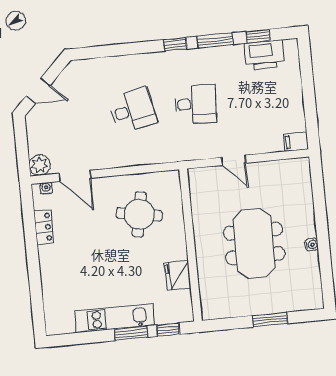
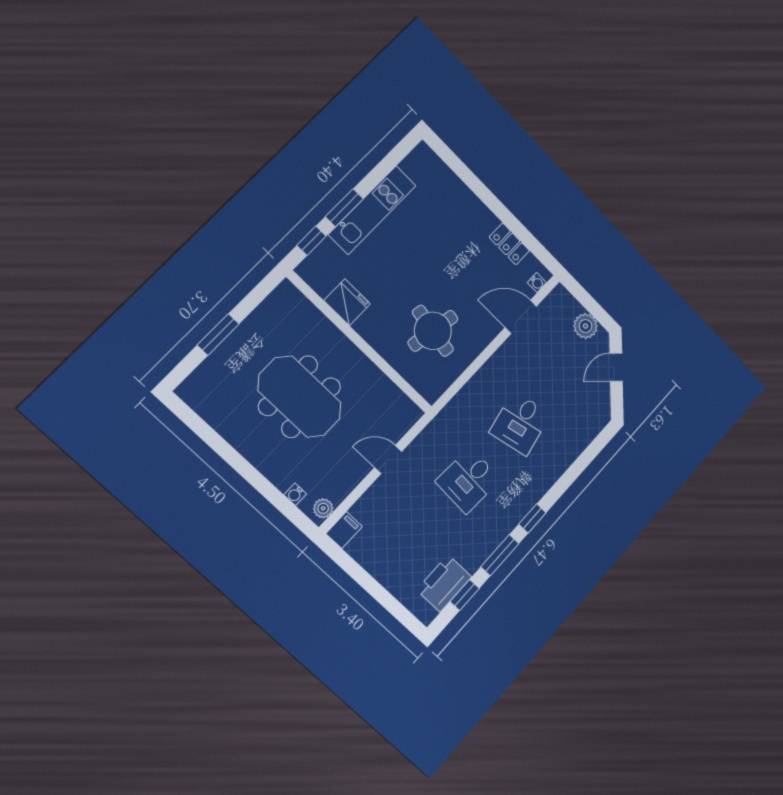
plant: (40, 165) -> (585, 326), moved
plant: (297, 165) -> (323, 508), added
water cooler: (312, 245) -> (295, 494), moved

